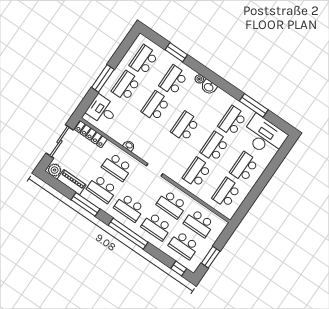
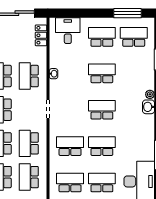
window: (103, 78) -> (127, 13), moved
school desk: (173, 80) -> (134, 73), removed
school desk: (232, 121) -> (134, 146), removed
locker: (91, 134) -> (41, 35), width x0.66

